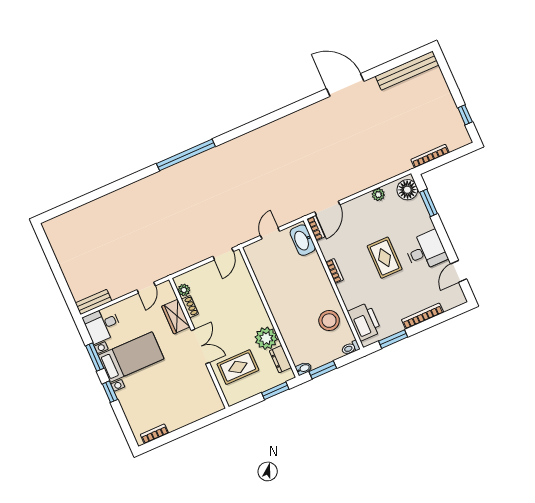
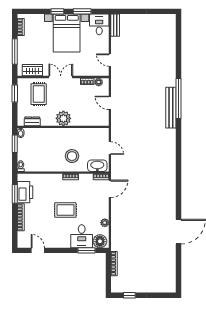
bench: (407, 71) -> (171, 108), moved
window: (186, 155) -> (179, 98), moved
door: (327, 208) -> (110, 189), swing flipped
desk: (426, 251) -> (82, 236), moved
door: (223, 254) -> (110, 103), moved
wardrobe: (176, 317) -> (32, 70), moved
stool: (329, 321) -> (72, 156), moved
printer: (365, 322) -> (25, 192), moved, turned -90
plant: (266, 338) -> (63, 118), moved
double door: (200, 347) -> (61, 77), swing flipped
bed with nightstands: (131, 357) -> (67, 33), width x1.36
window: (275, 391) -> (15, 93), moved
window: (193, 427) -> (15, 51), added

